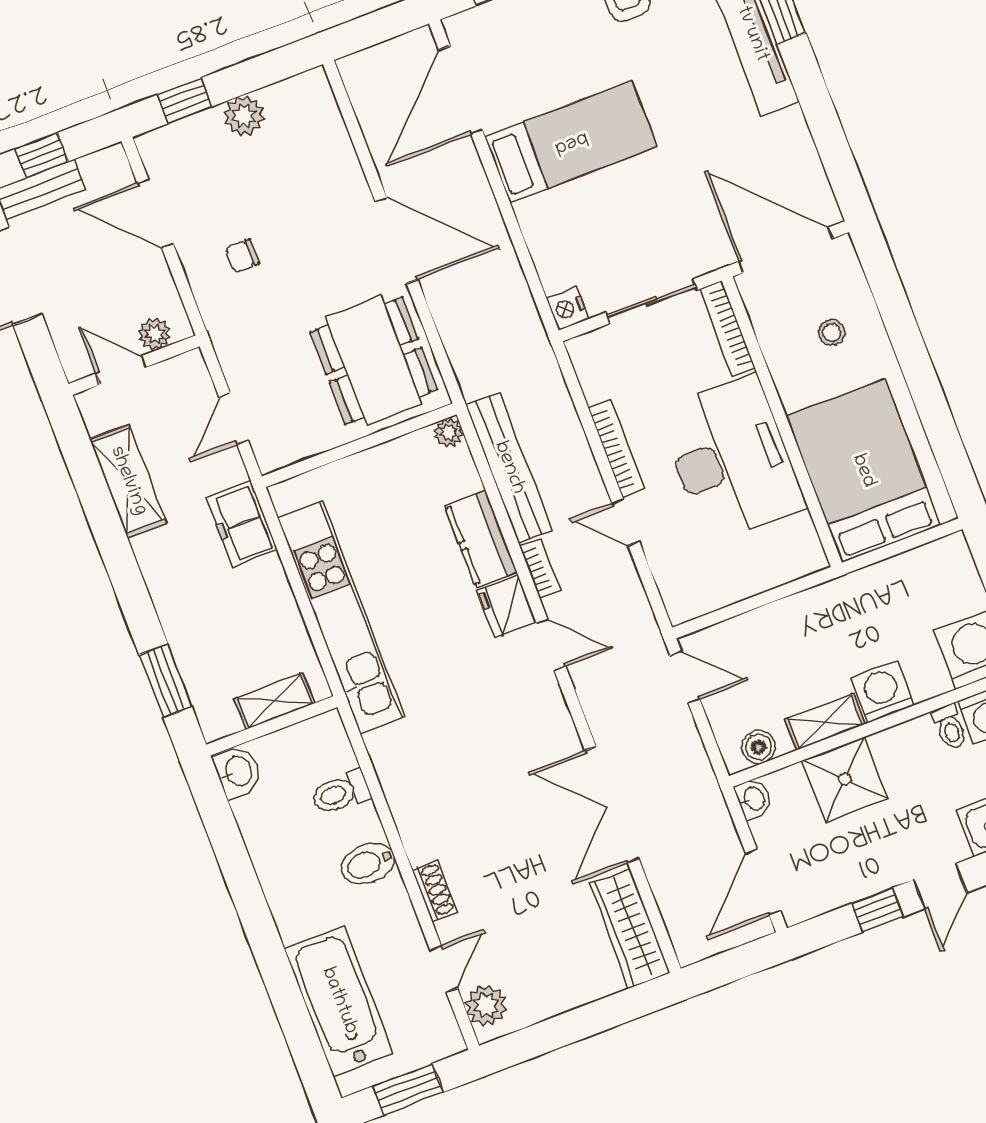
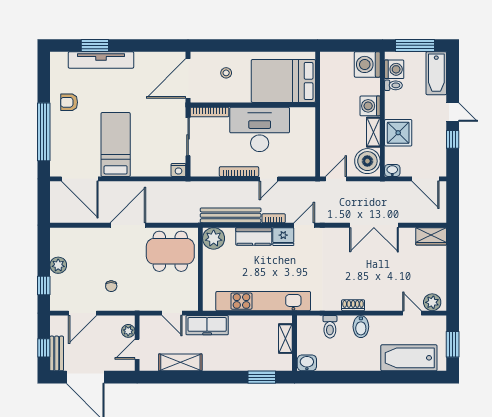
plant: (449, 433) -> (214, 238), width x1.87, depth x1.87
freezer: (242, 524) -> (207, 325), width x1.40
boiler: (758, 747) -> (367, 161), width x1.86, depth x1.86
shoe rack: (434, 891) -> (353, 305), moved
wardrobe: (630, 928) -> (431, 236), width x0.67

